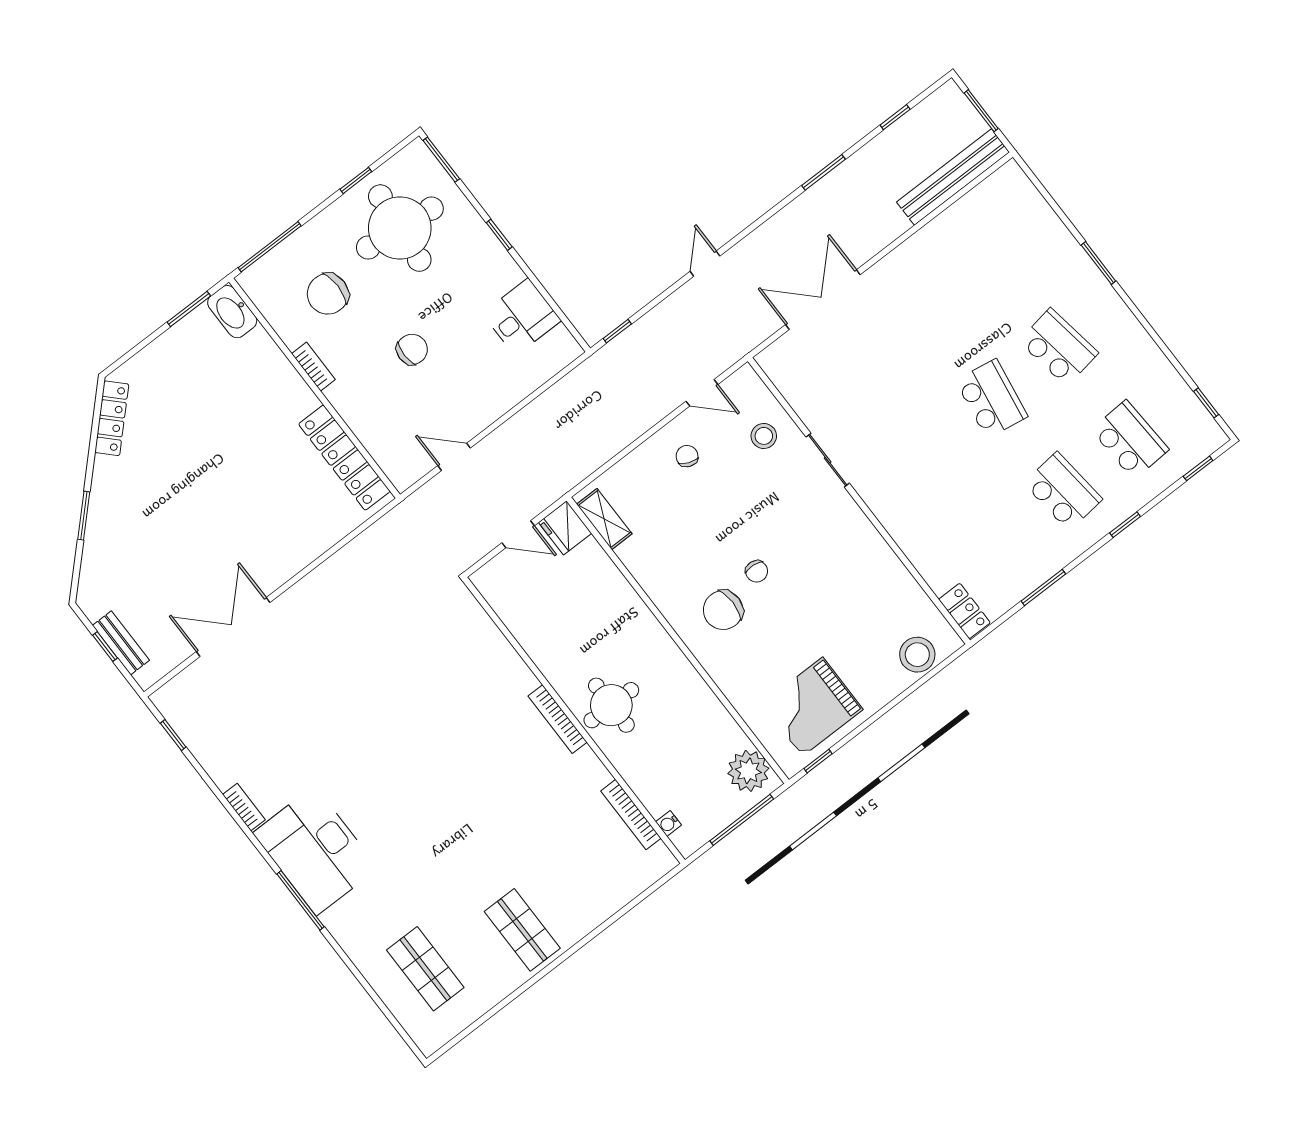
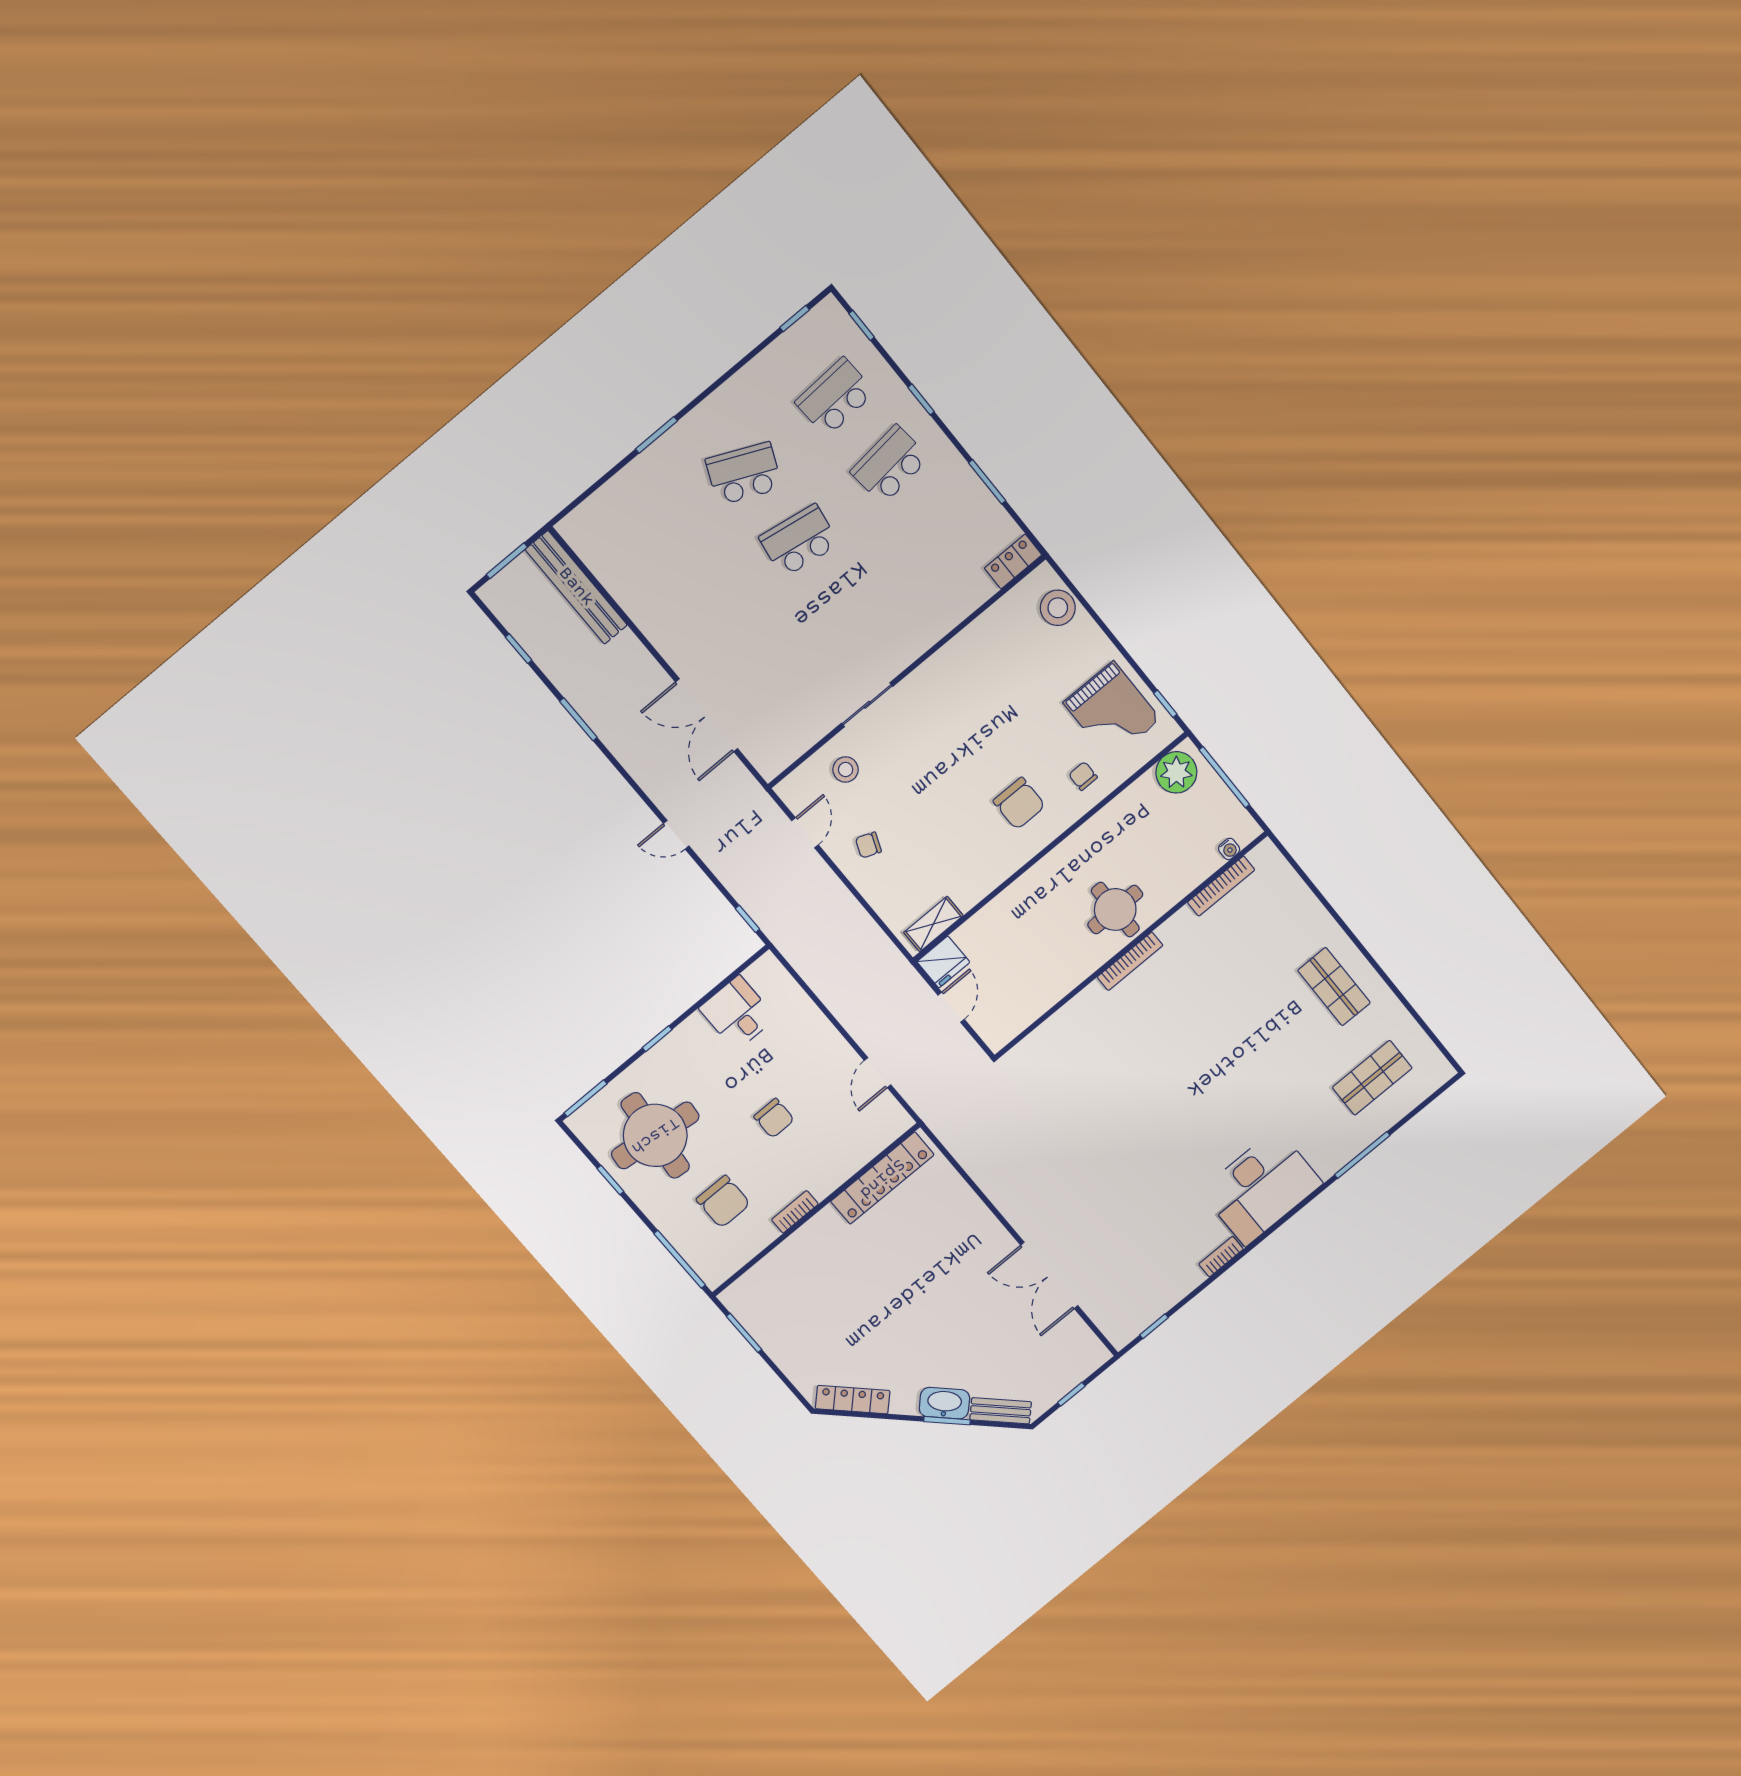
washbasin: (232, 312) -> (944, 1403), moved, turned -135
school desk: (1058, 347) -> (744, 474), turned 33
chair: (412, 349) -> (774, 1118), turned 180
chair: (757, 571) -> (1083, 776), moved, turned -95
bench: (121, 643) -> (1001, 1411), moved, turned 45
window: (301, 900) -> (1362, 1155), moved
shop shelf: (522, 930) -> (1334, 987), turned 90

